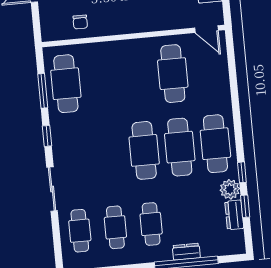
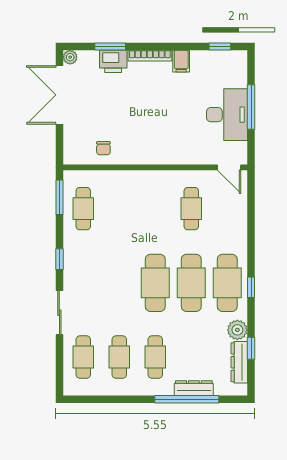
cafe table: (173, 74) -> (191, 209), width x0.73, depth x0.74
cafe table: (66, 84) -> (83, 209), width x0.73, depth x0.74
window: (43, 91) -> (59, 197), moved
window: (242, 172) -> (251, 287), moved
dresser: (234, 215) -> (239, 362), width x1.44
dresser: (186, 252) -> (194, 388), width x1.44

